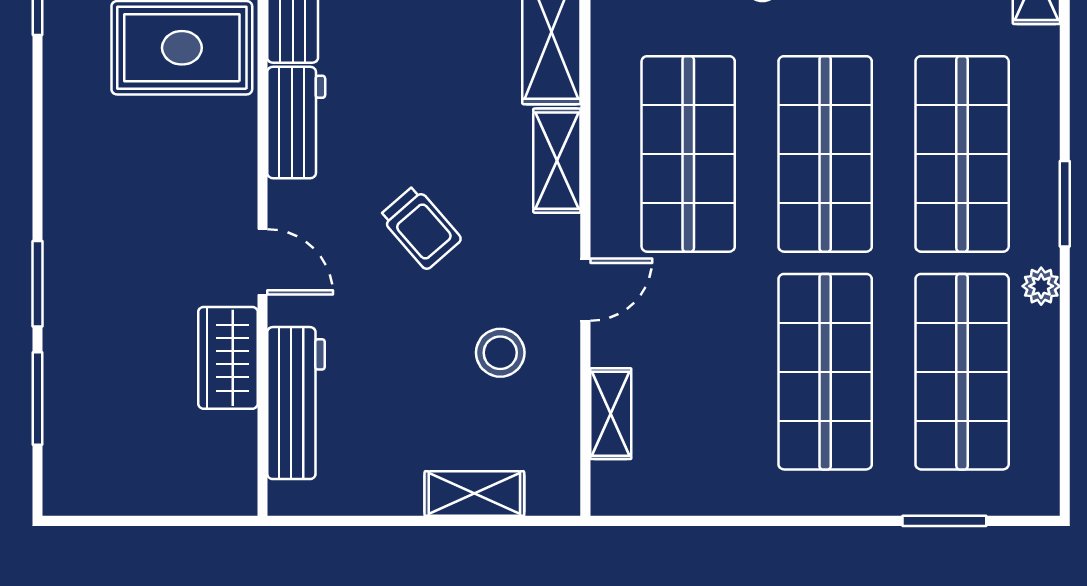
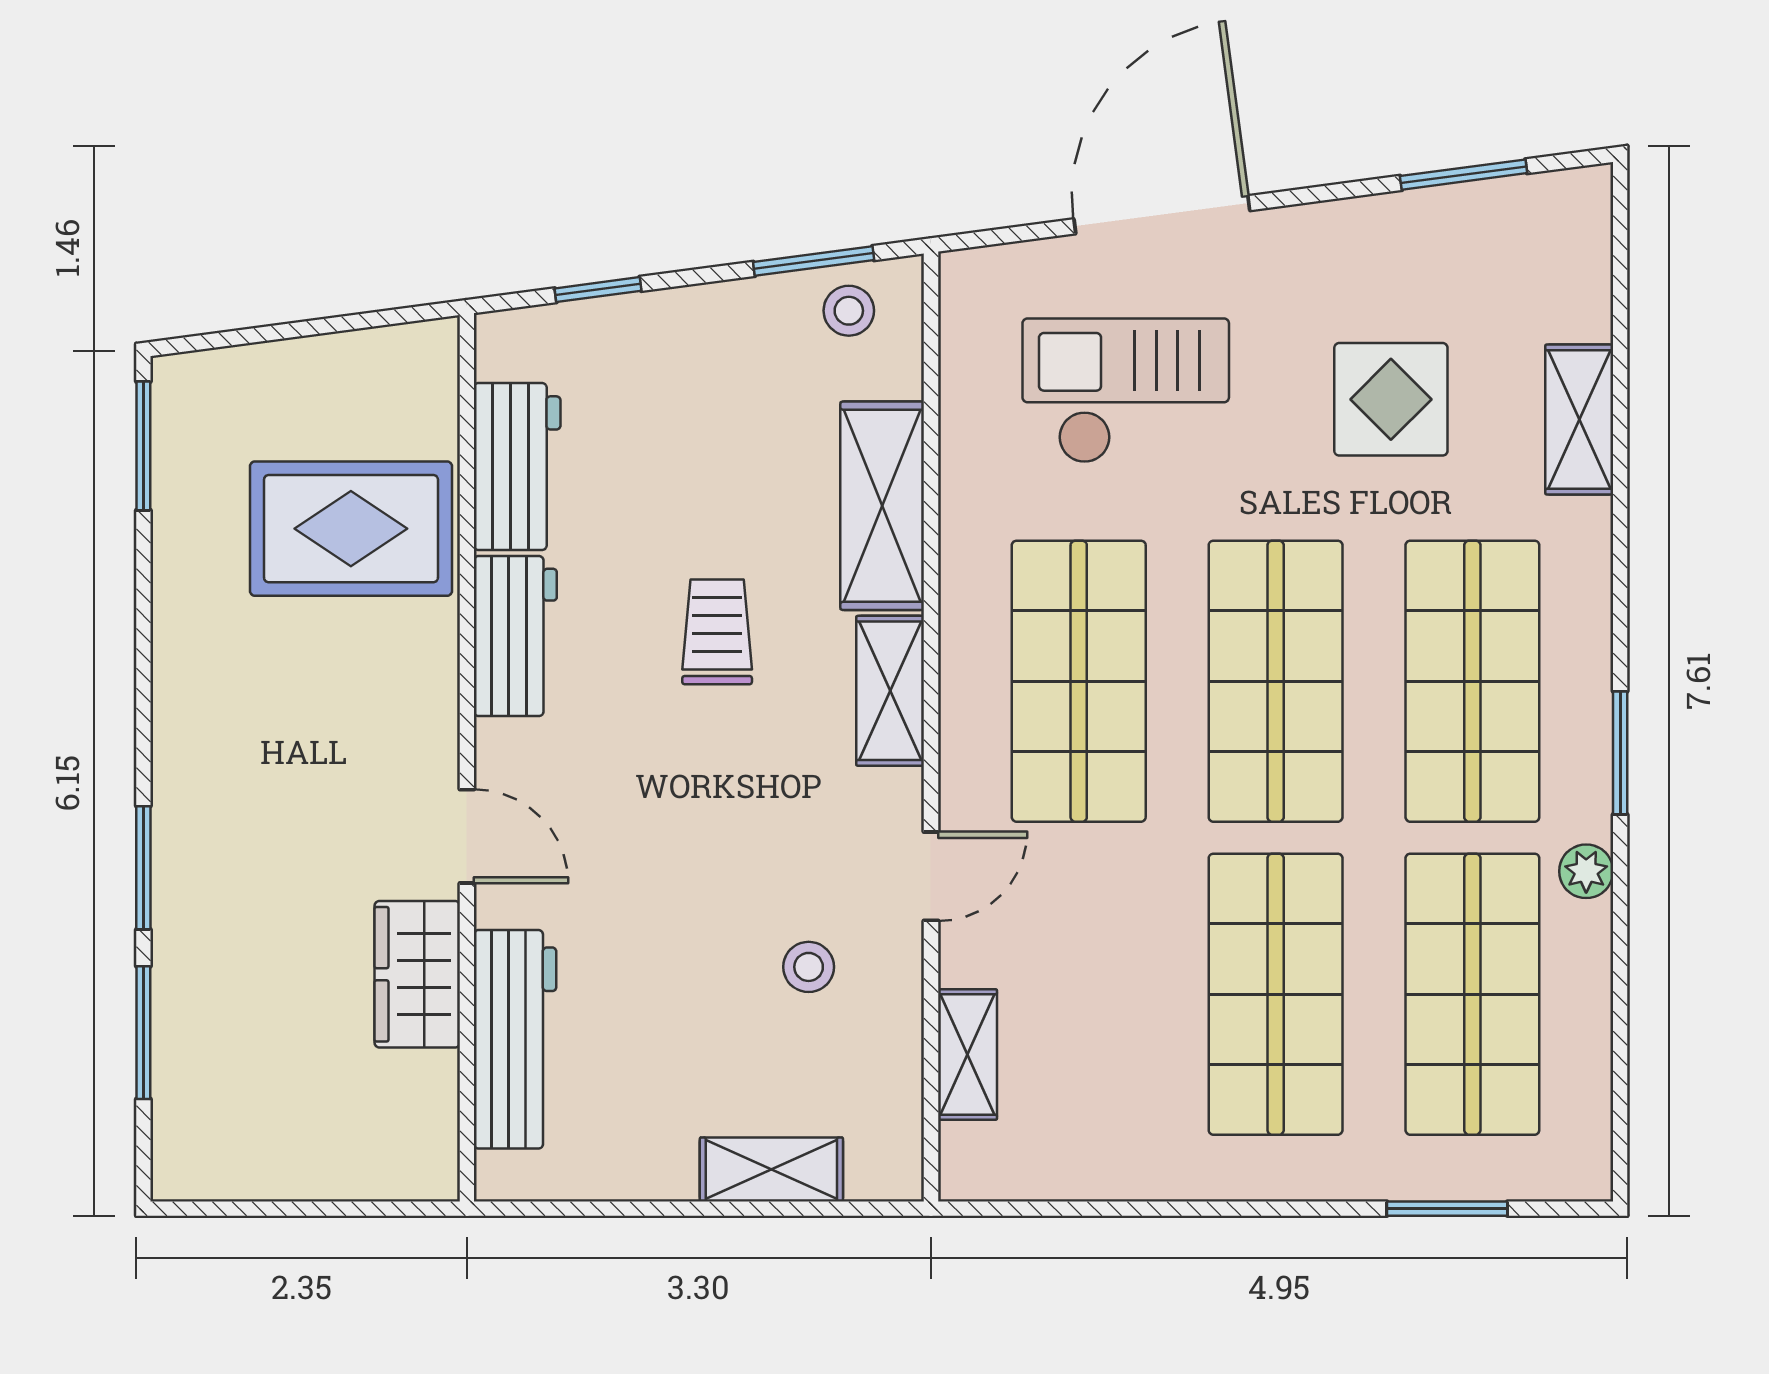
trolley: (421, 228) -> (717, 632), moved, turned -139
stool: (500, 353) -> (809, 967), width x0.73, depth x0.73

